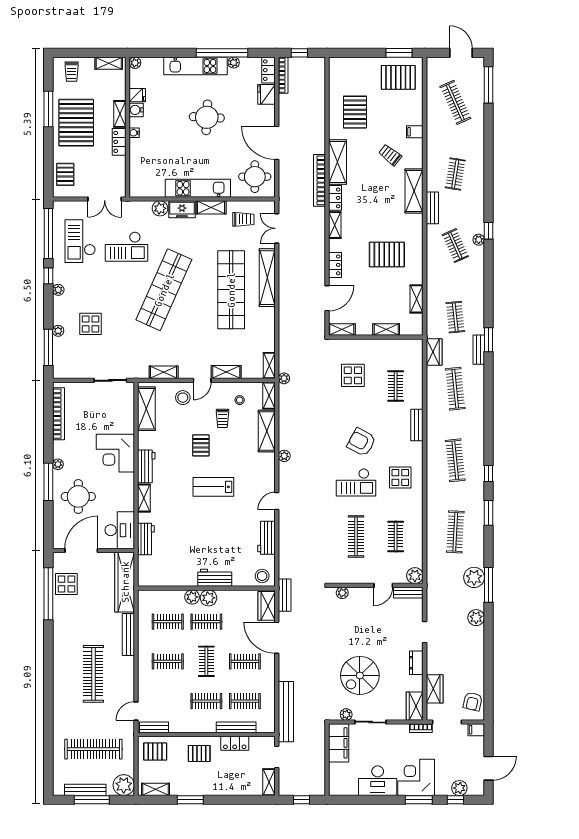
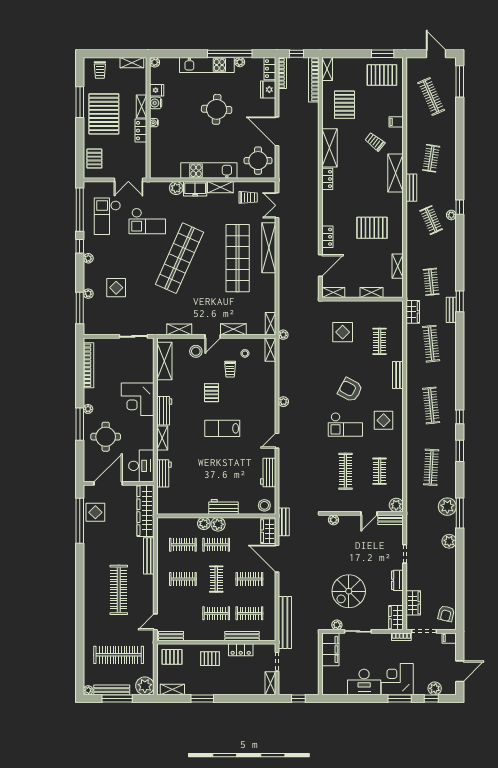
bookcase: (319, 180) -> (314, 80), moved
shelving: (335, 225) -> (327, 69), moved
shelving: (267, 431) -> (268, 380), removed
plant: (58, 790) -> (88, 690), added

